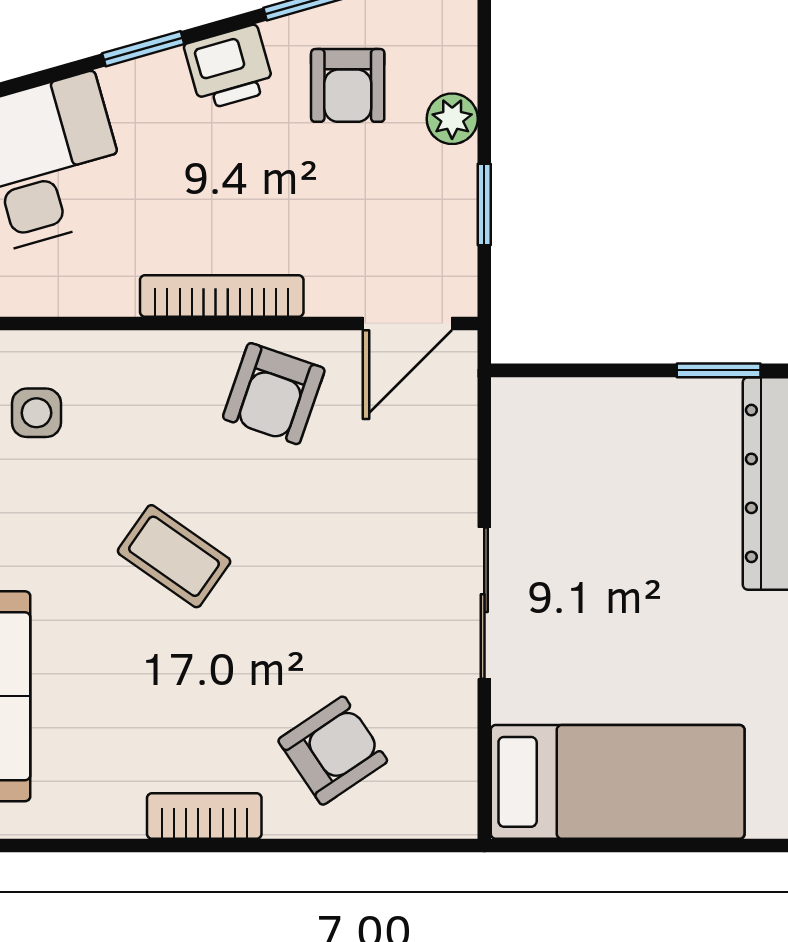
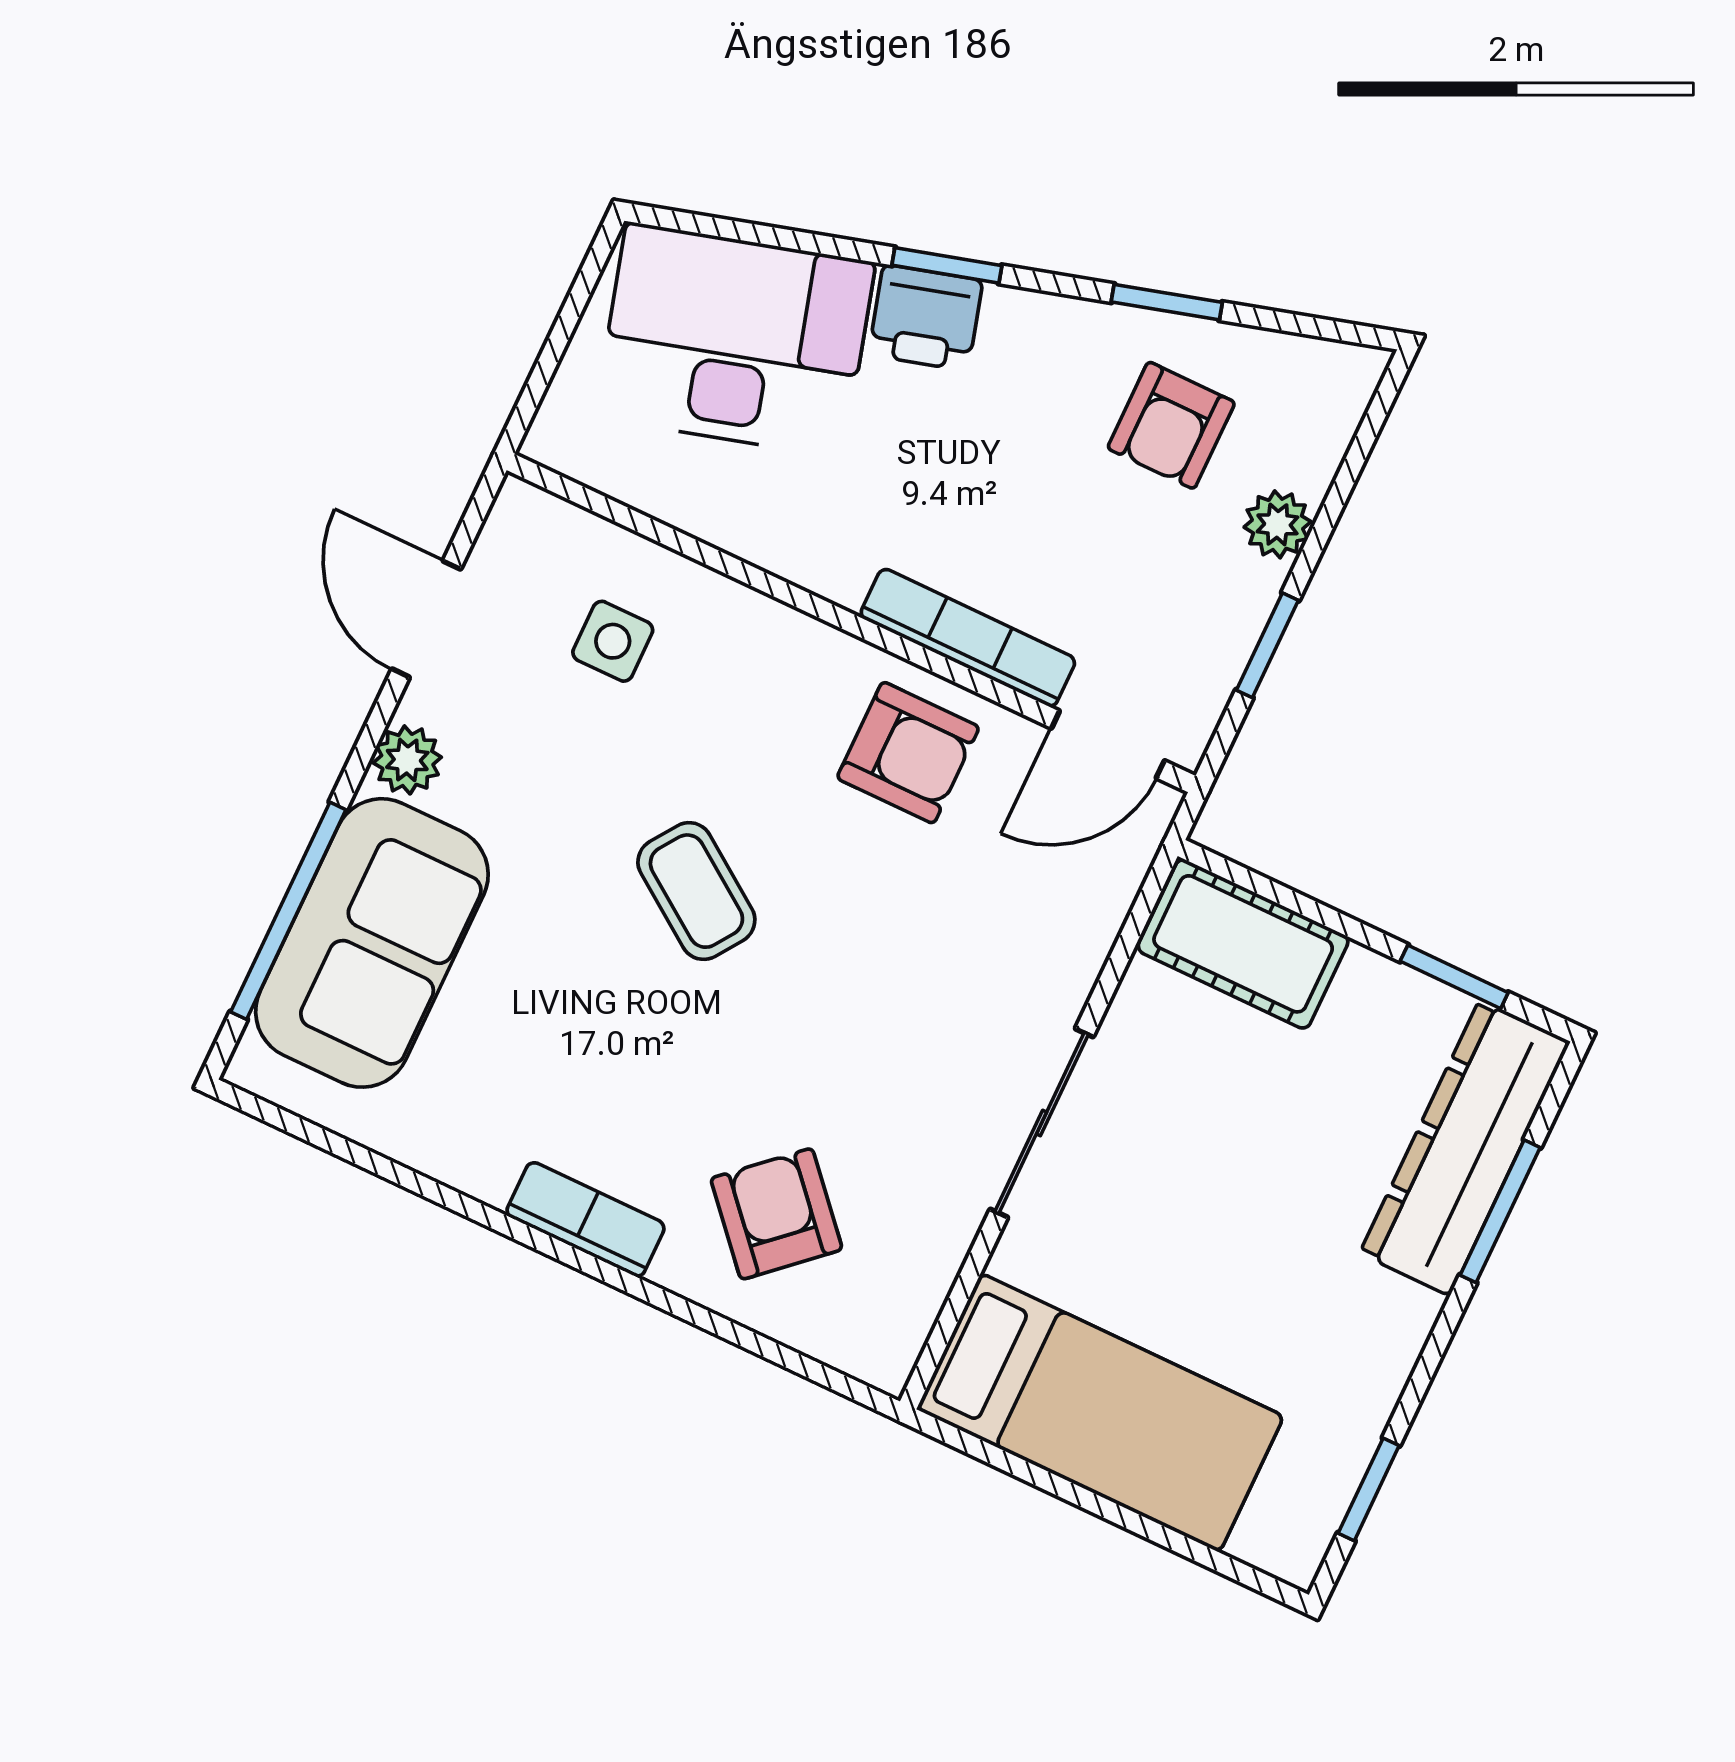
printer: (229, 67) -> (926, 318), moved
bookcase: (222, 296) -> (968, 638), moved
armchair: (274, 394) -> (908, 753), turned -109
cot: (564, 416) -> (1243, 944), added
armchair: (333, 751) -> (776, 1214), turned -98

